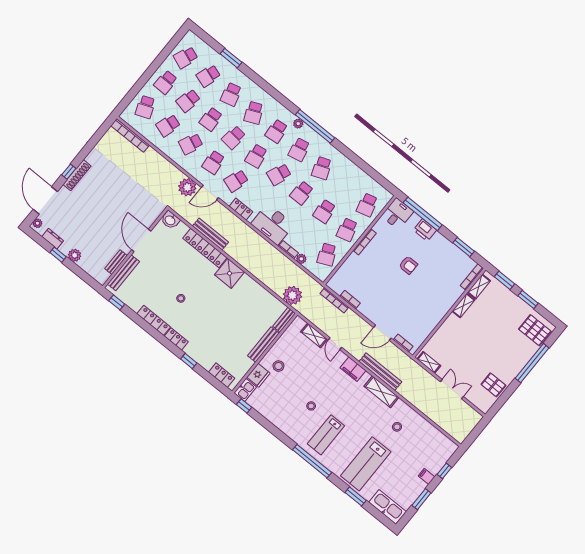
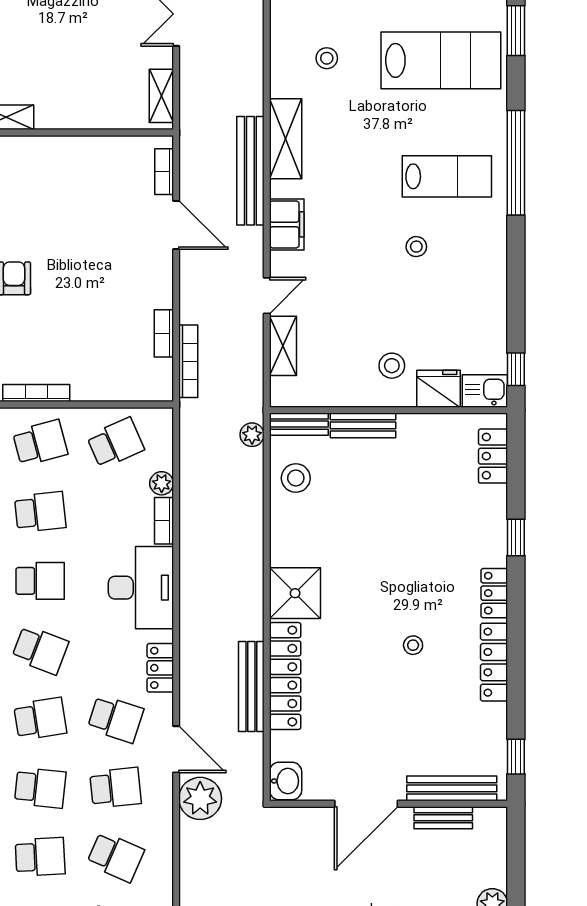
plant: (292, 295) -> (252, 435), width x0.53, depth x0.53
stool: (267, 304) -> (296, 478), added
bench: (263, 344) -> (363, 425), width x0.73

